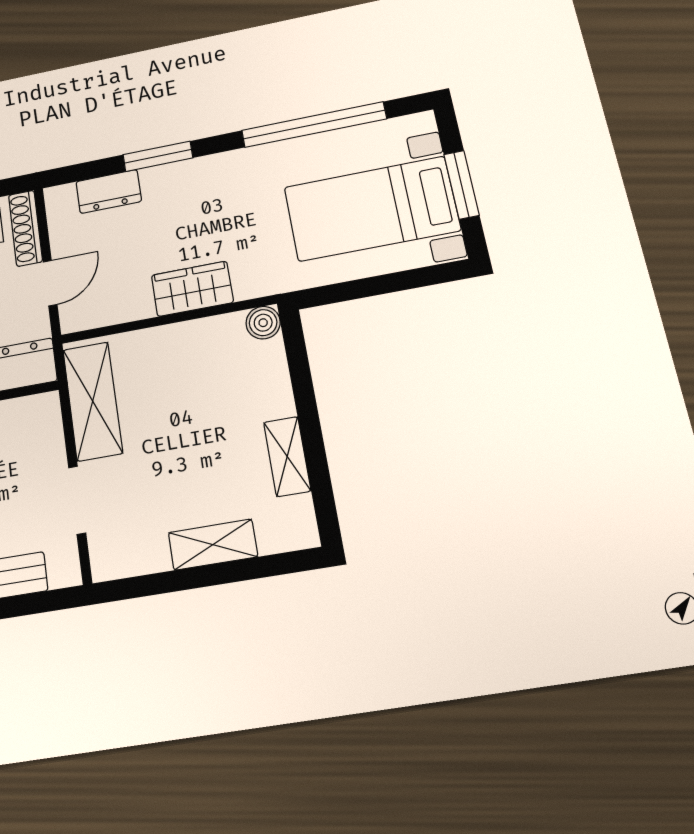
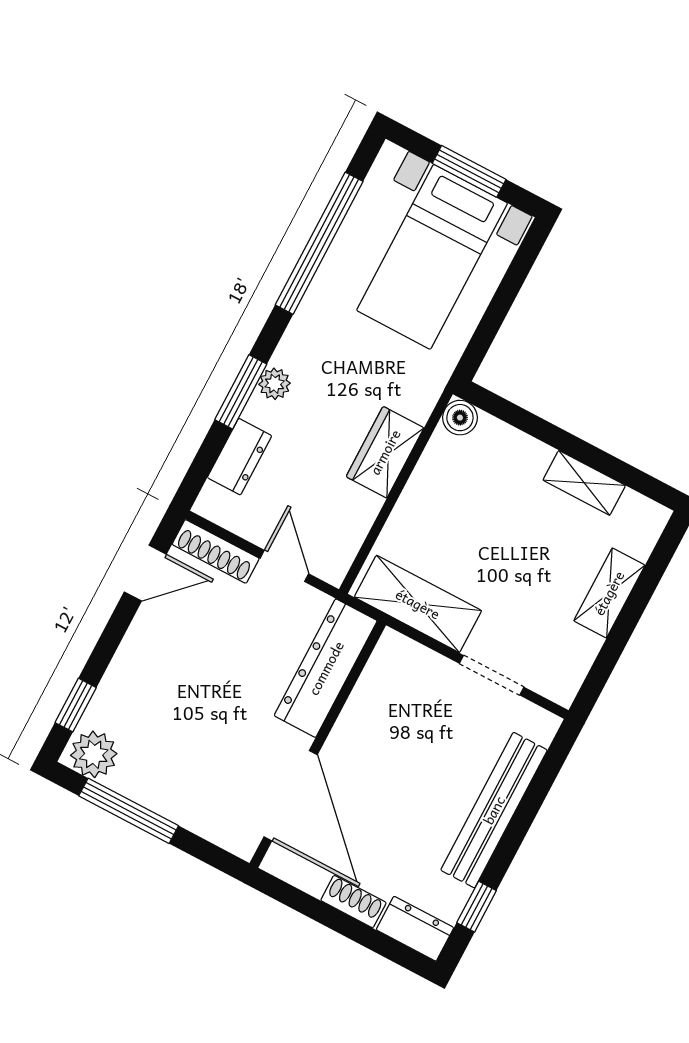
plant: (182, 174) -> (275, 384), added

